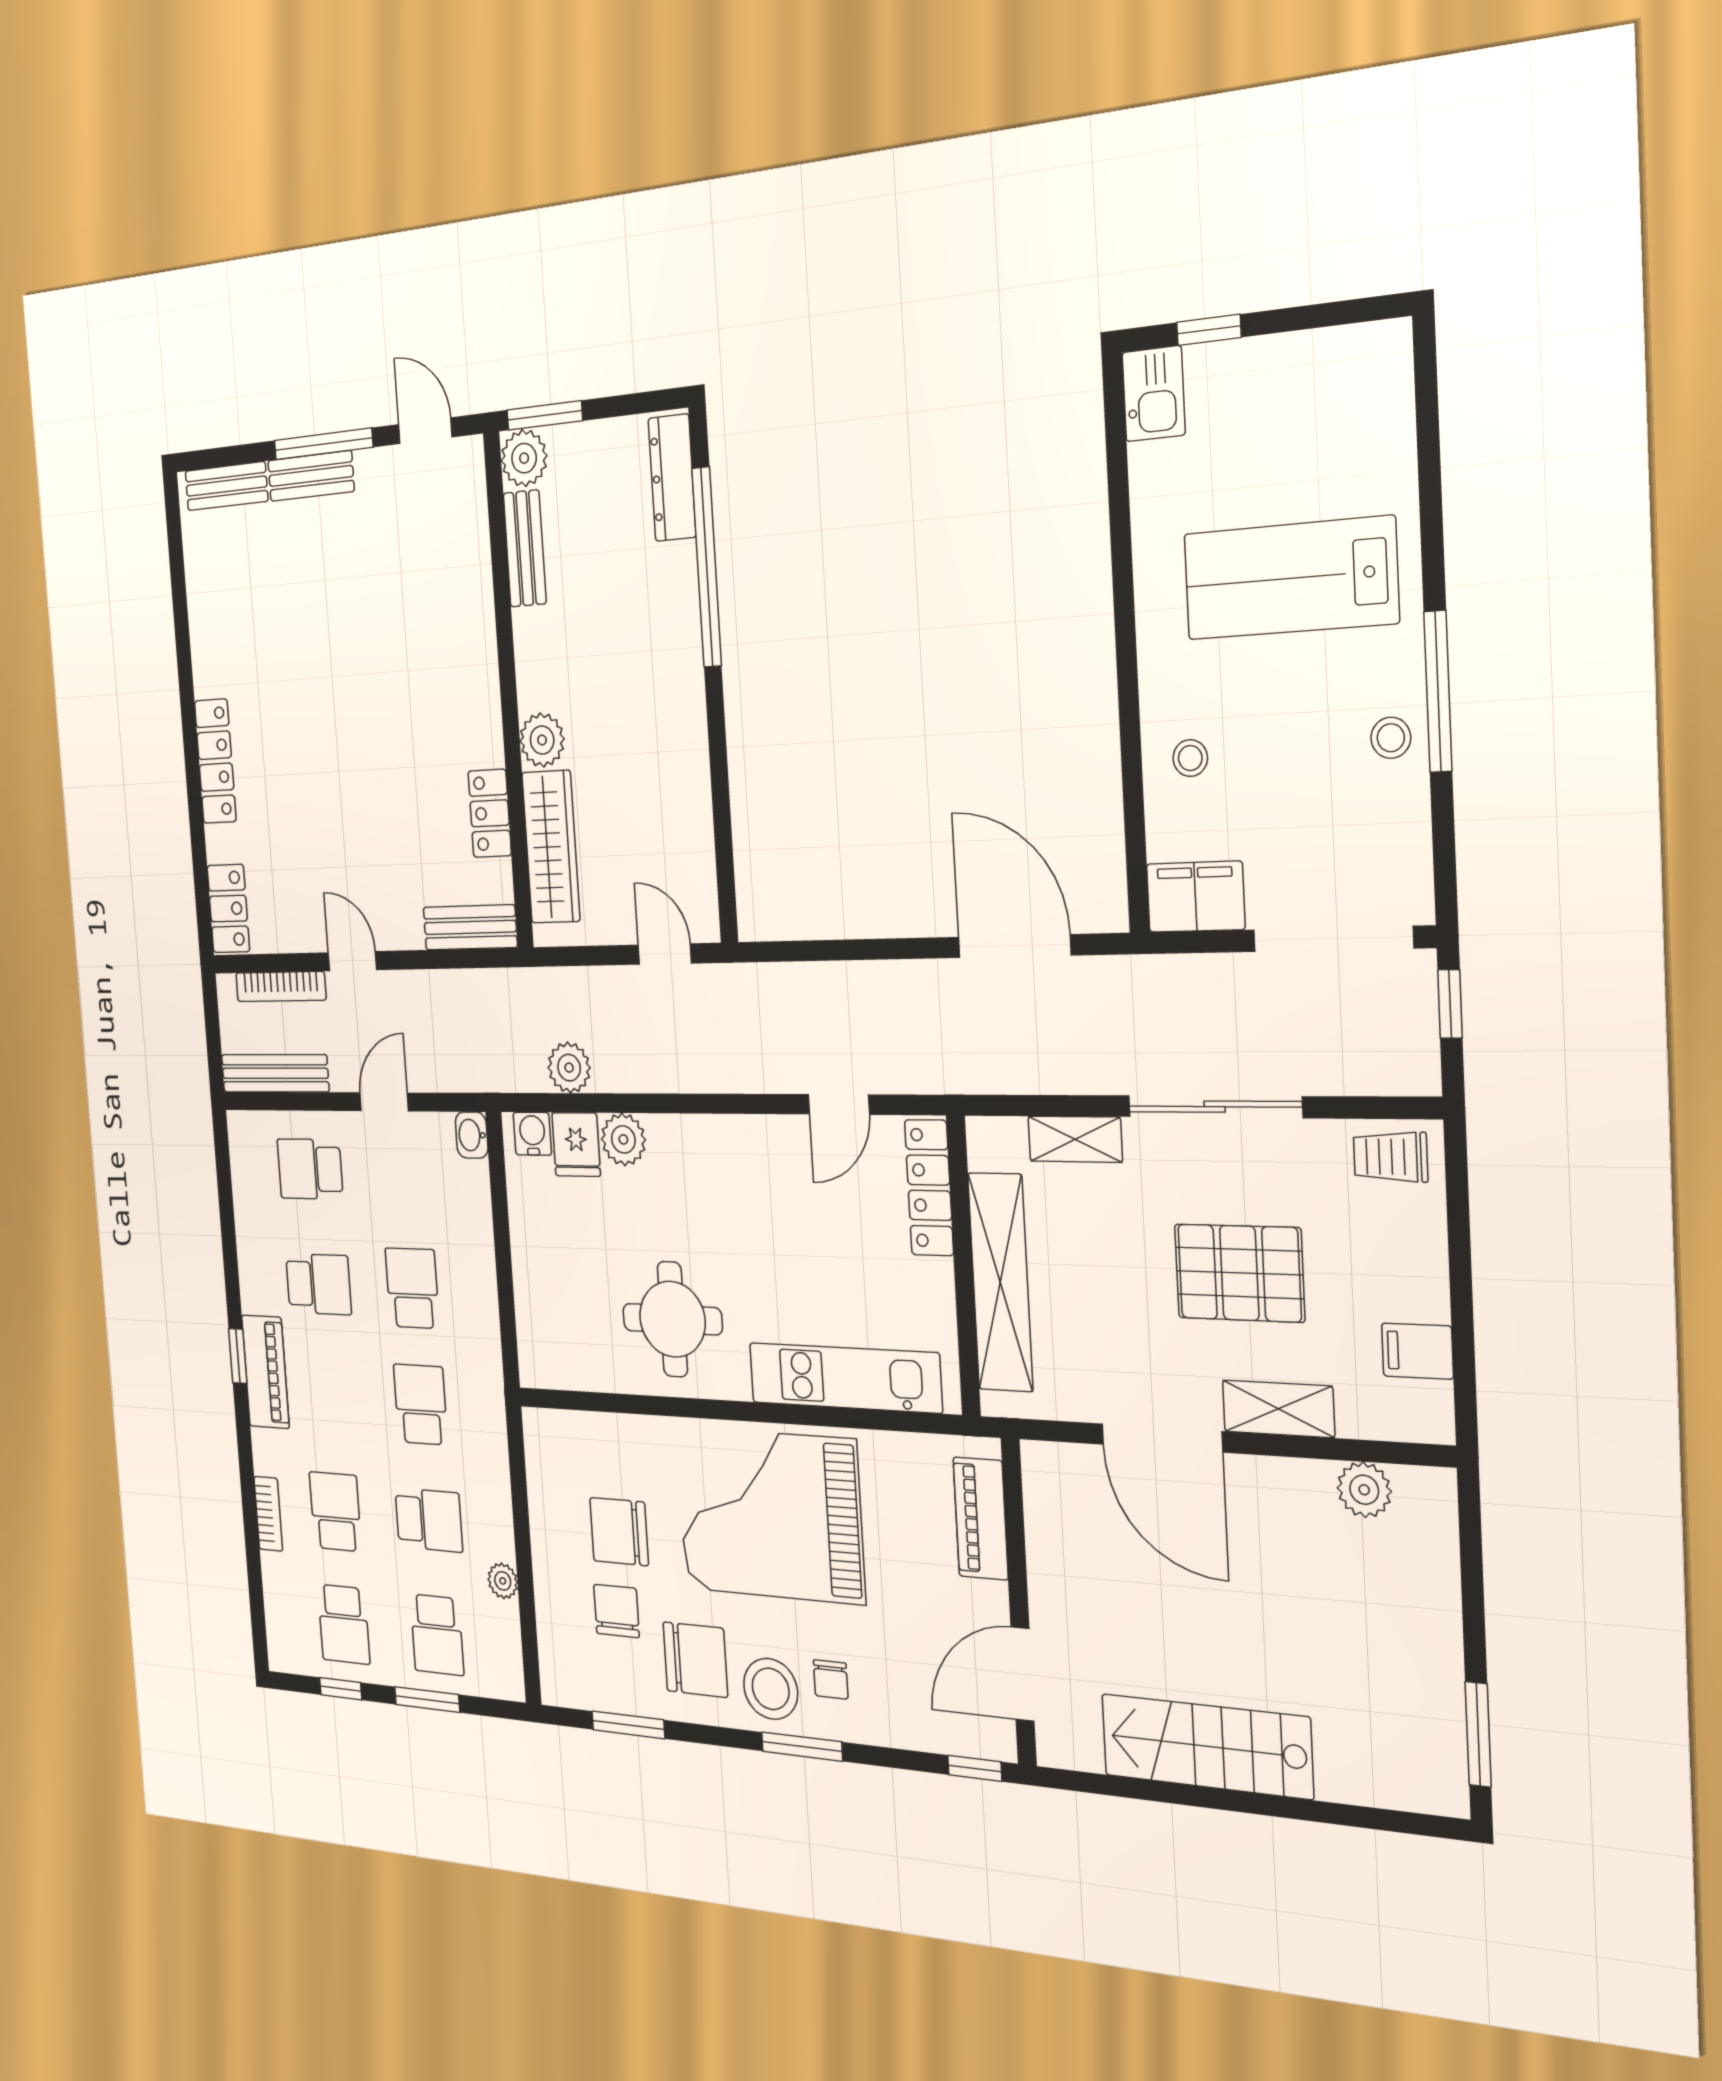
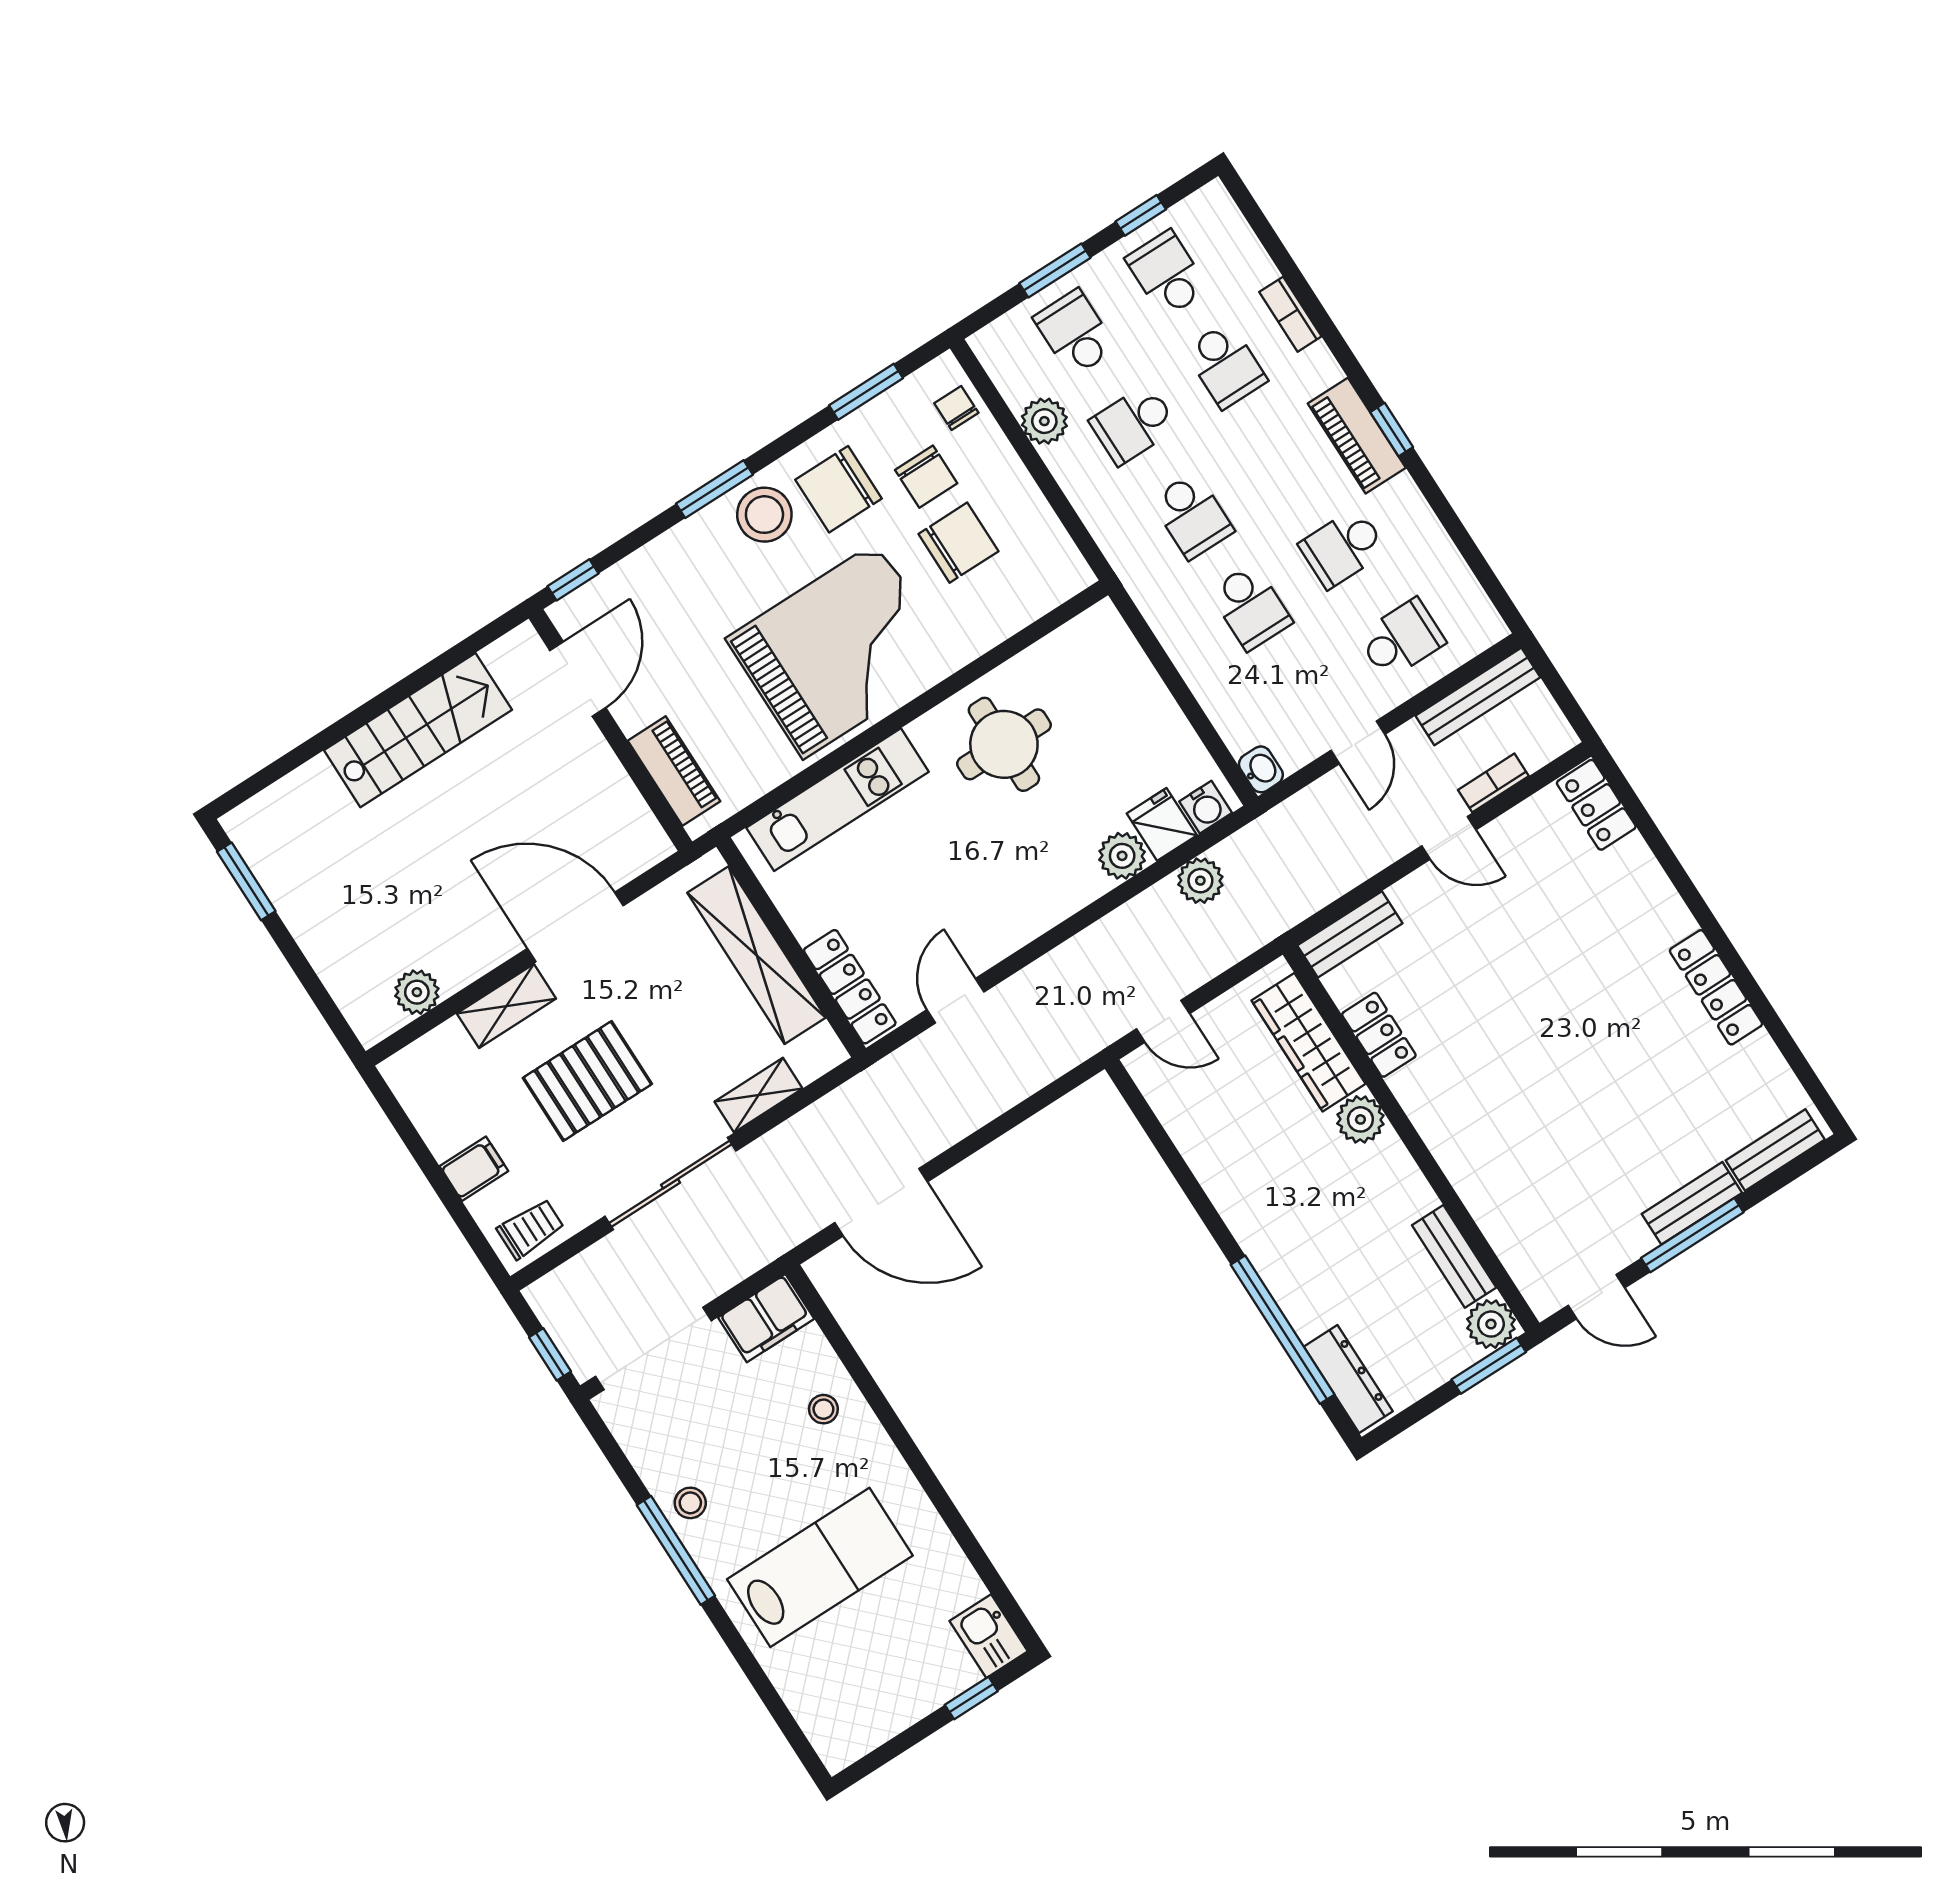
locker: (215, 761) -> (1716, 987), moved
bookcase: (281, 987) -> (1493, 783), width x0.64
filing cabinet: (1417, 1351) -> (474, 1169), moved
plant: (503, 1581) -> (1044, 421), width x1.38, depth x1.38
chair: (831, 1679) -> (956, 408), moved

